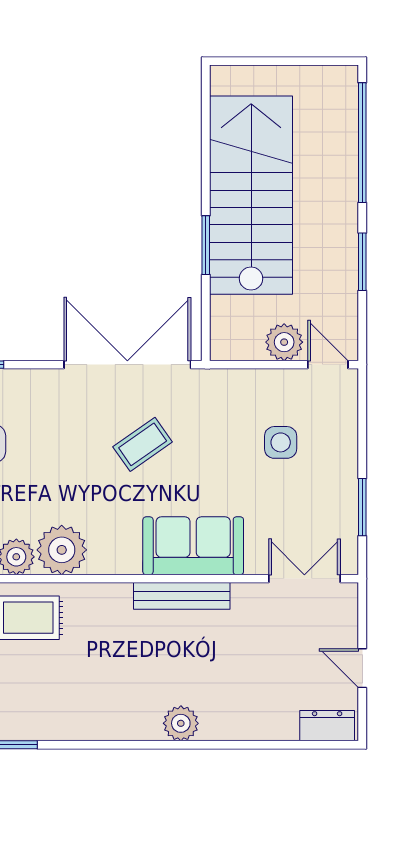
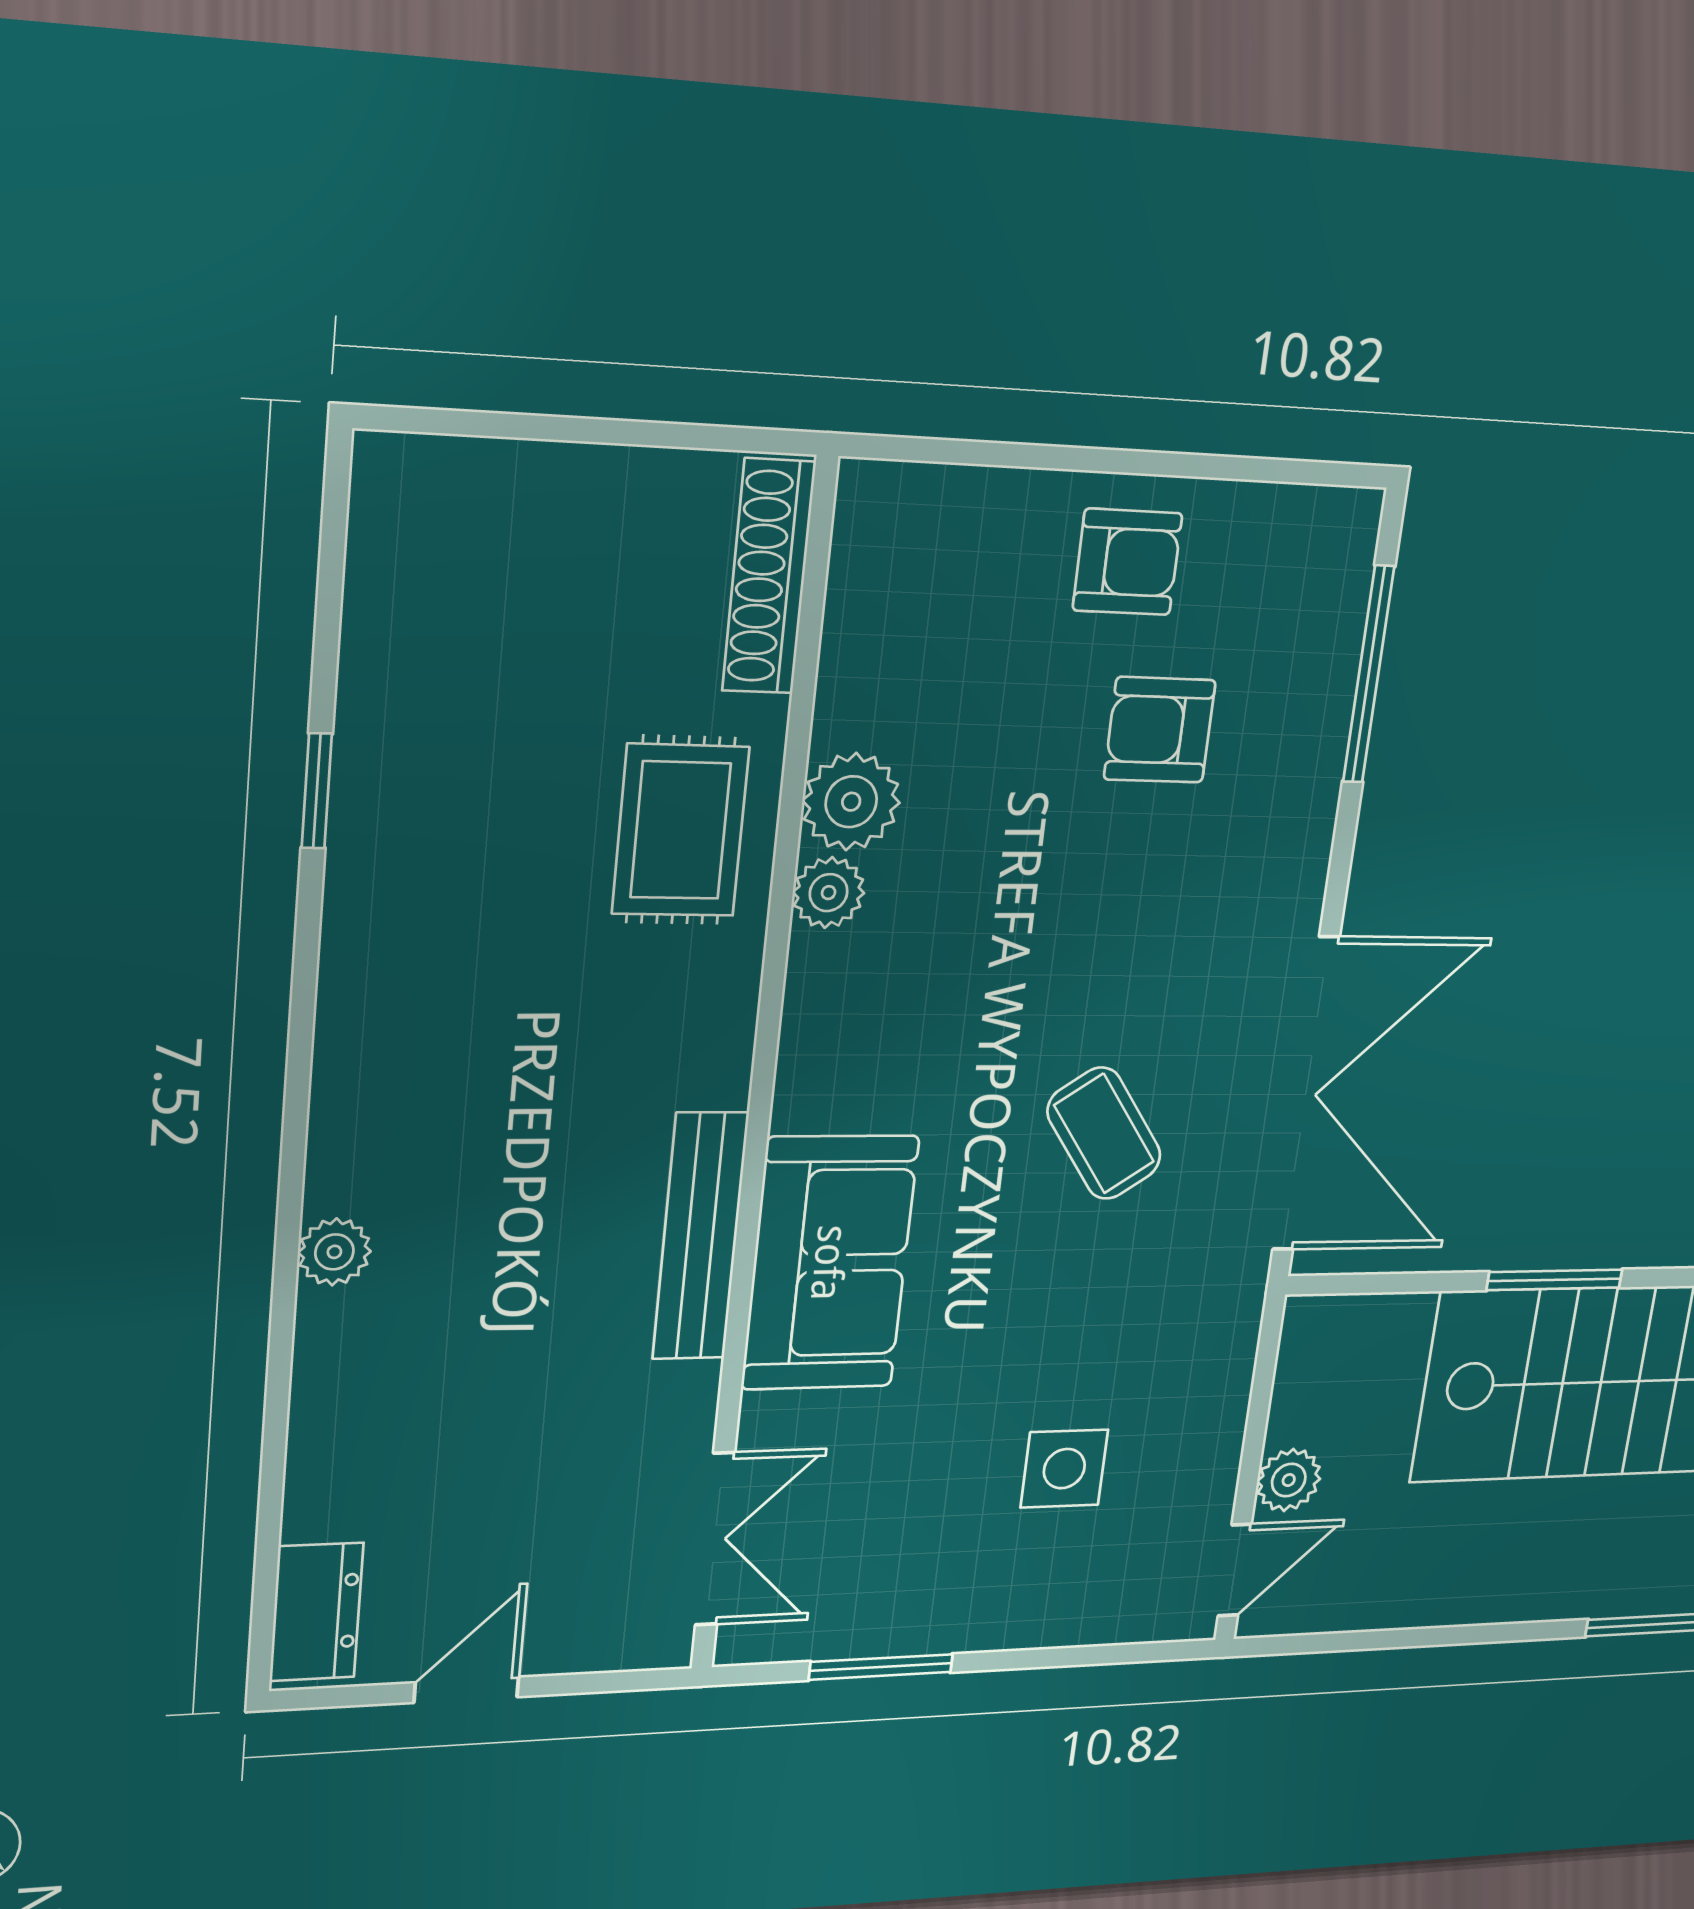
window: (362, 262) -> (1457, 1635), removed
plant: (284, 342) -> (1289, 1480), width x0.73, depth x0.73
plant: (62, 550) -> (829, 893), width x0.53, depth x0.53
plant: (181, 723) -> (334, 1252), width x0.73, depth x0.73

